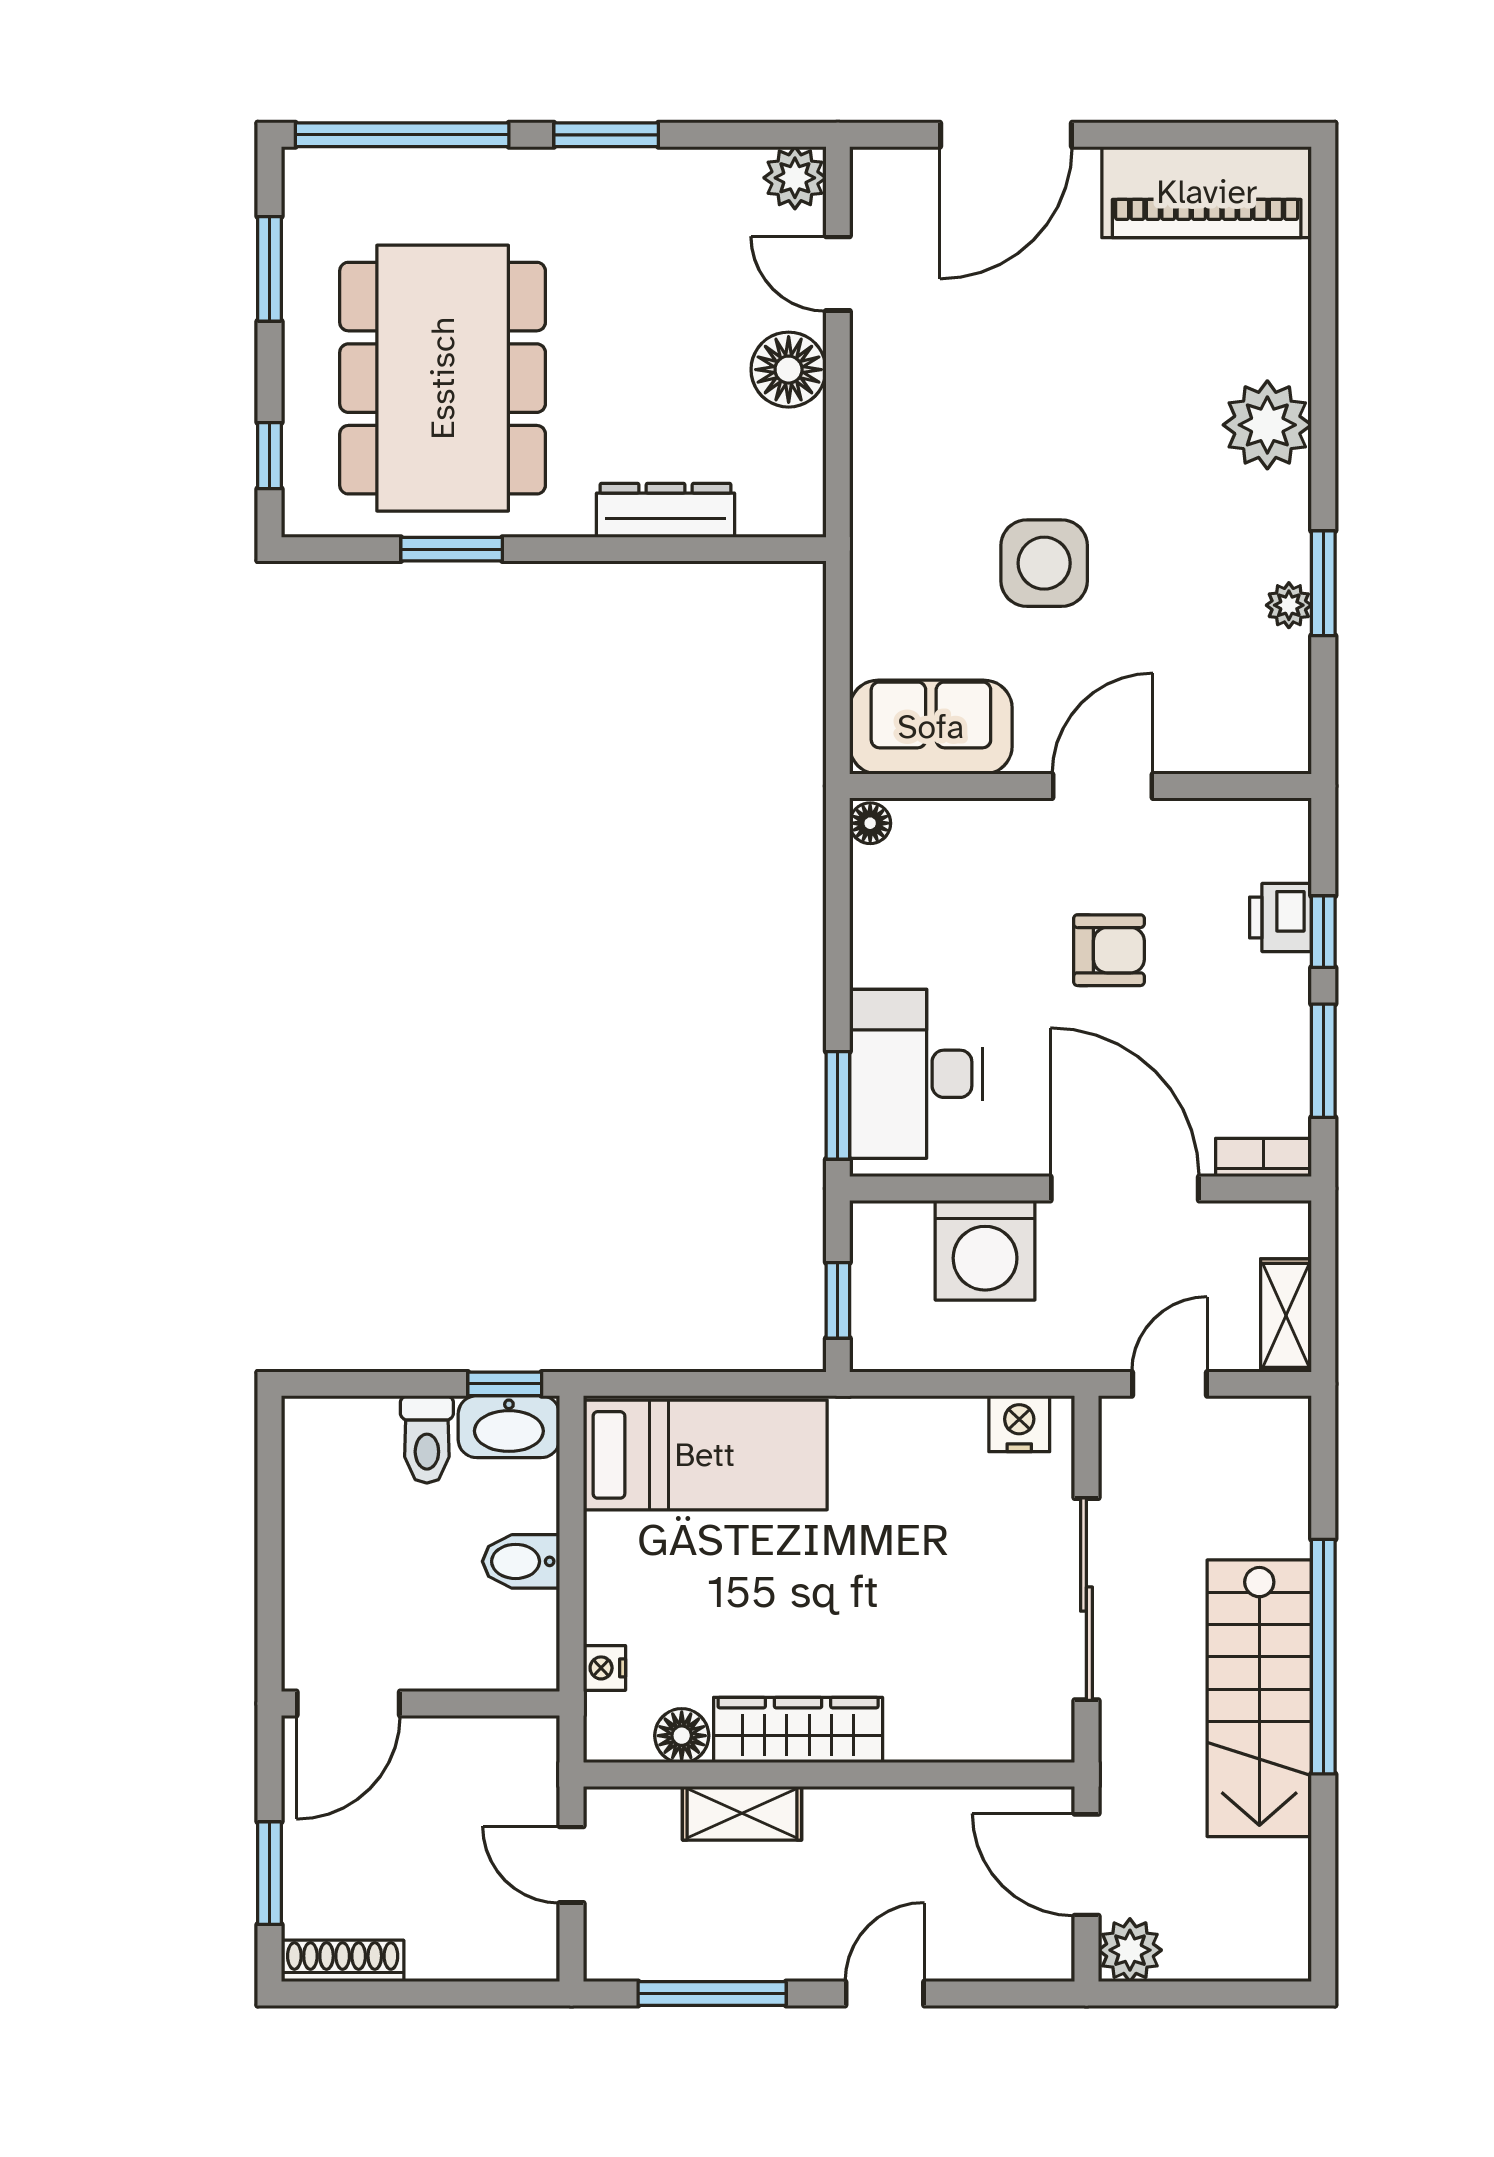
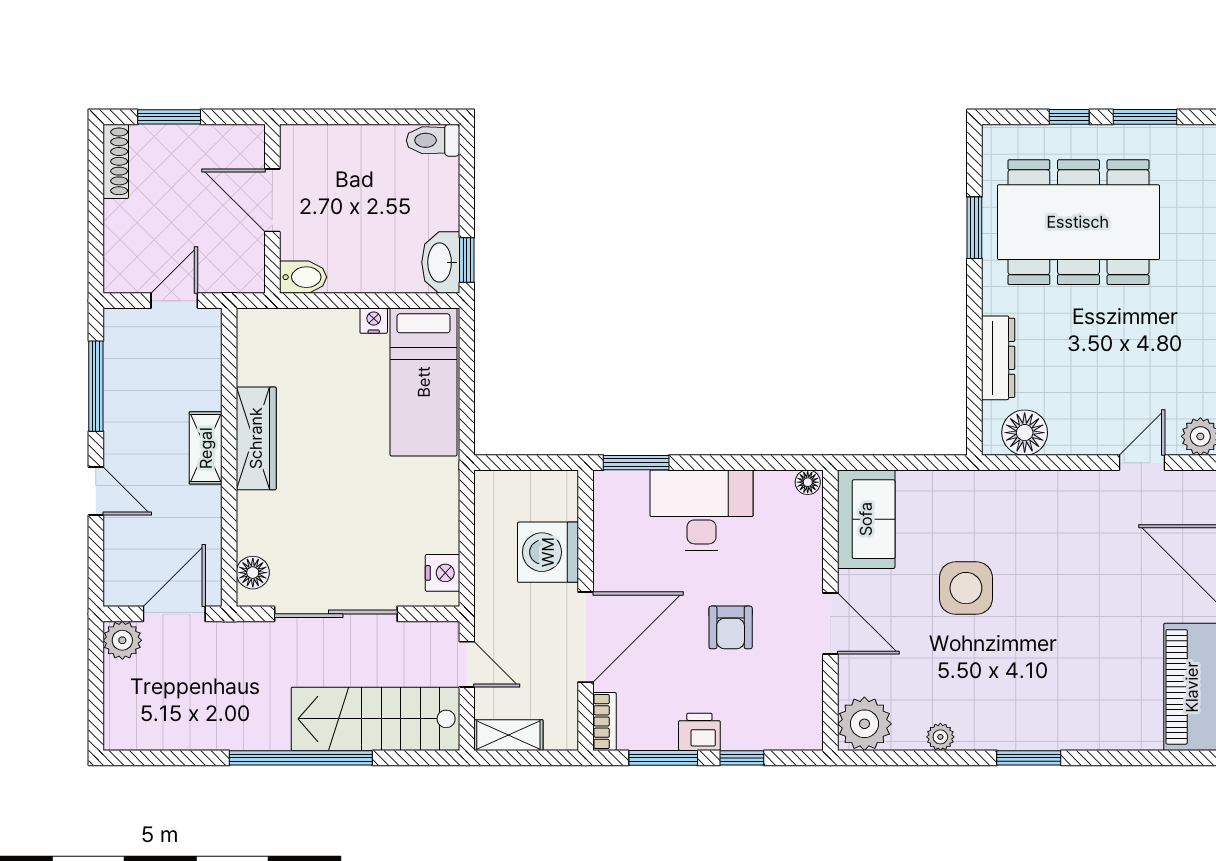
floor lamp: (789, 370) -> (1025, 433), moved
plant: (1267, 425) -> (864, 724), moved
window: (270, 456) -> (1069, 117), moved
window: (1323, 583) -> (1029, 758), moved
printer: (1281, 917) -> (699, 732), moved
desk: (916, 1074) -> (702, 510), moved
window: (838, 1300) -> (517, 463), removed
toilet: (427, 1439) -> (433, 140), moved
bidet: (521, 1561) -> (303, 277), moved, turned 90
nightstand: (604, 1668) -> (374, 321), moved
stairs: (1259, 1698) -> (375, 719), moved
door: (348, 1704) -> (272, 200), moved
floor lamp: (682, 1736) -> (253, 573), moved
shelving: (742, 1813) -> (206, 448), moved

